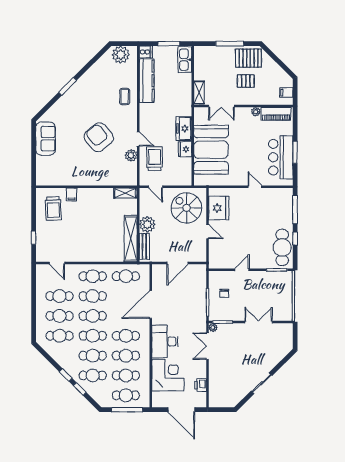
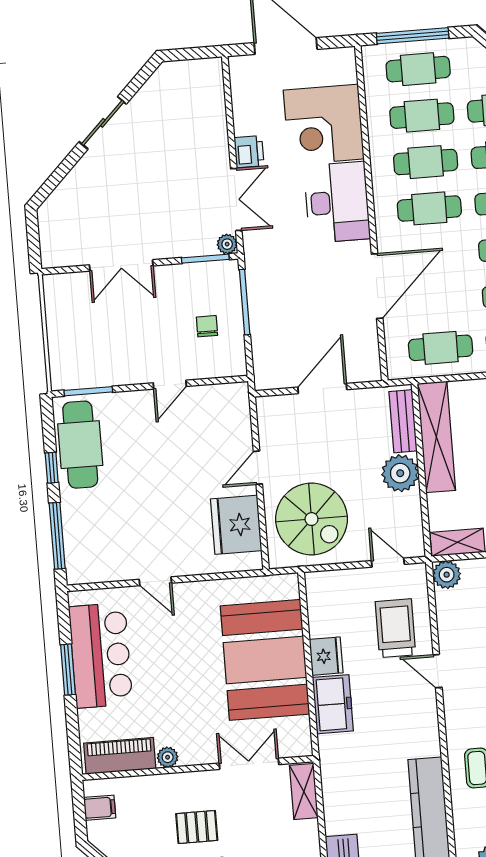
plant: (131, 155) -> (447, 575), moved
trolley: (155, 159) -> (395, 628), turned 180
door: (208, 232) -> (258, 468), hinge flipped
printer: (200, 385) -> (249, 152), moved

